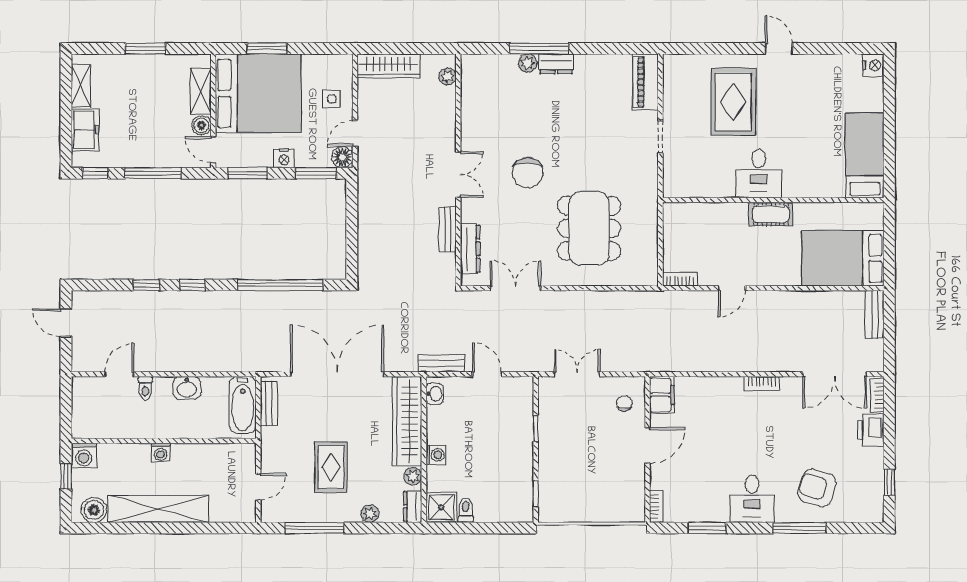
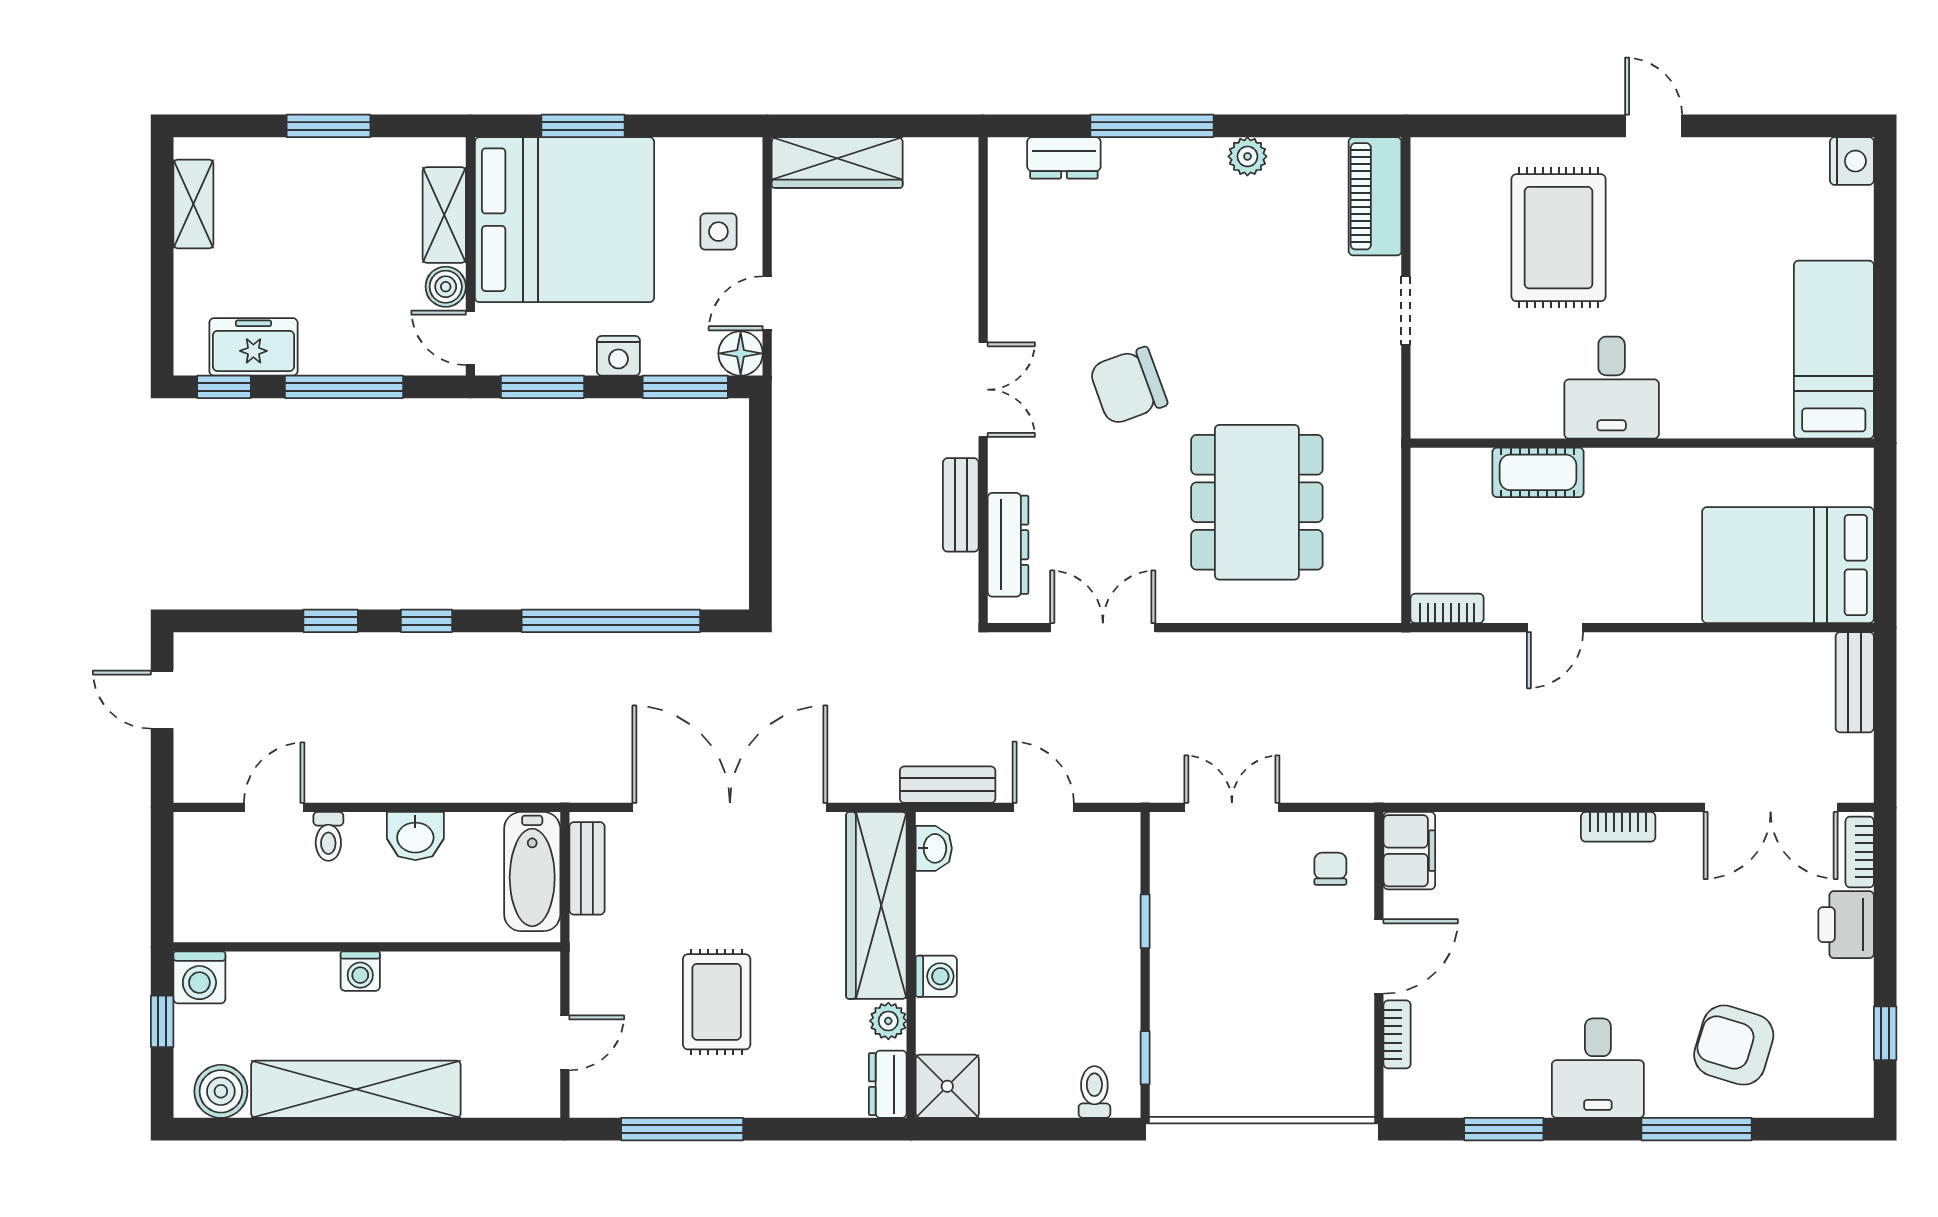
plant: (528, 63) -> (1247, 156), moved
dresser: (556, 64) -> (1064, 158), moved
plant: (447, 77) -> (961, 185), removed
freezer: (85, 130) -> (253, 347), moved, turned -90
chair: (528, 173) -> (1128, 386), turned 70
cot: (771, 214) -> (1538, 472), moved
bookcase: (656, 506) -> (1397, 1034), moved
toilet: (466, 510) -> (1094, 1092), moved
plant: (370, 514) -> (799, 1099), removed

